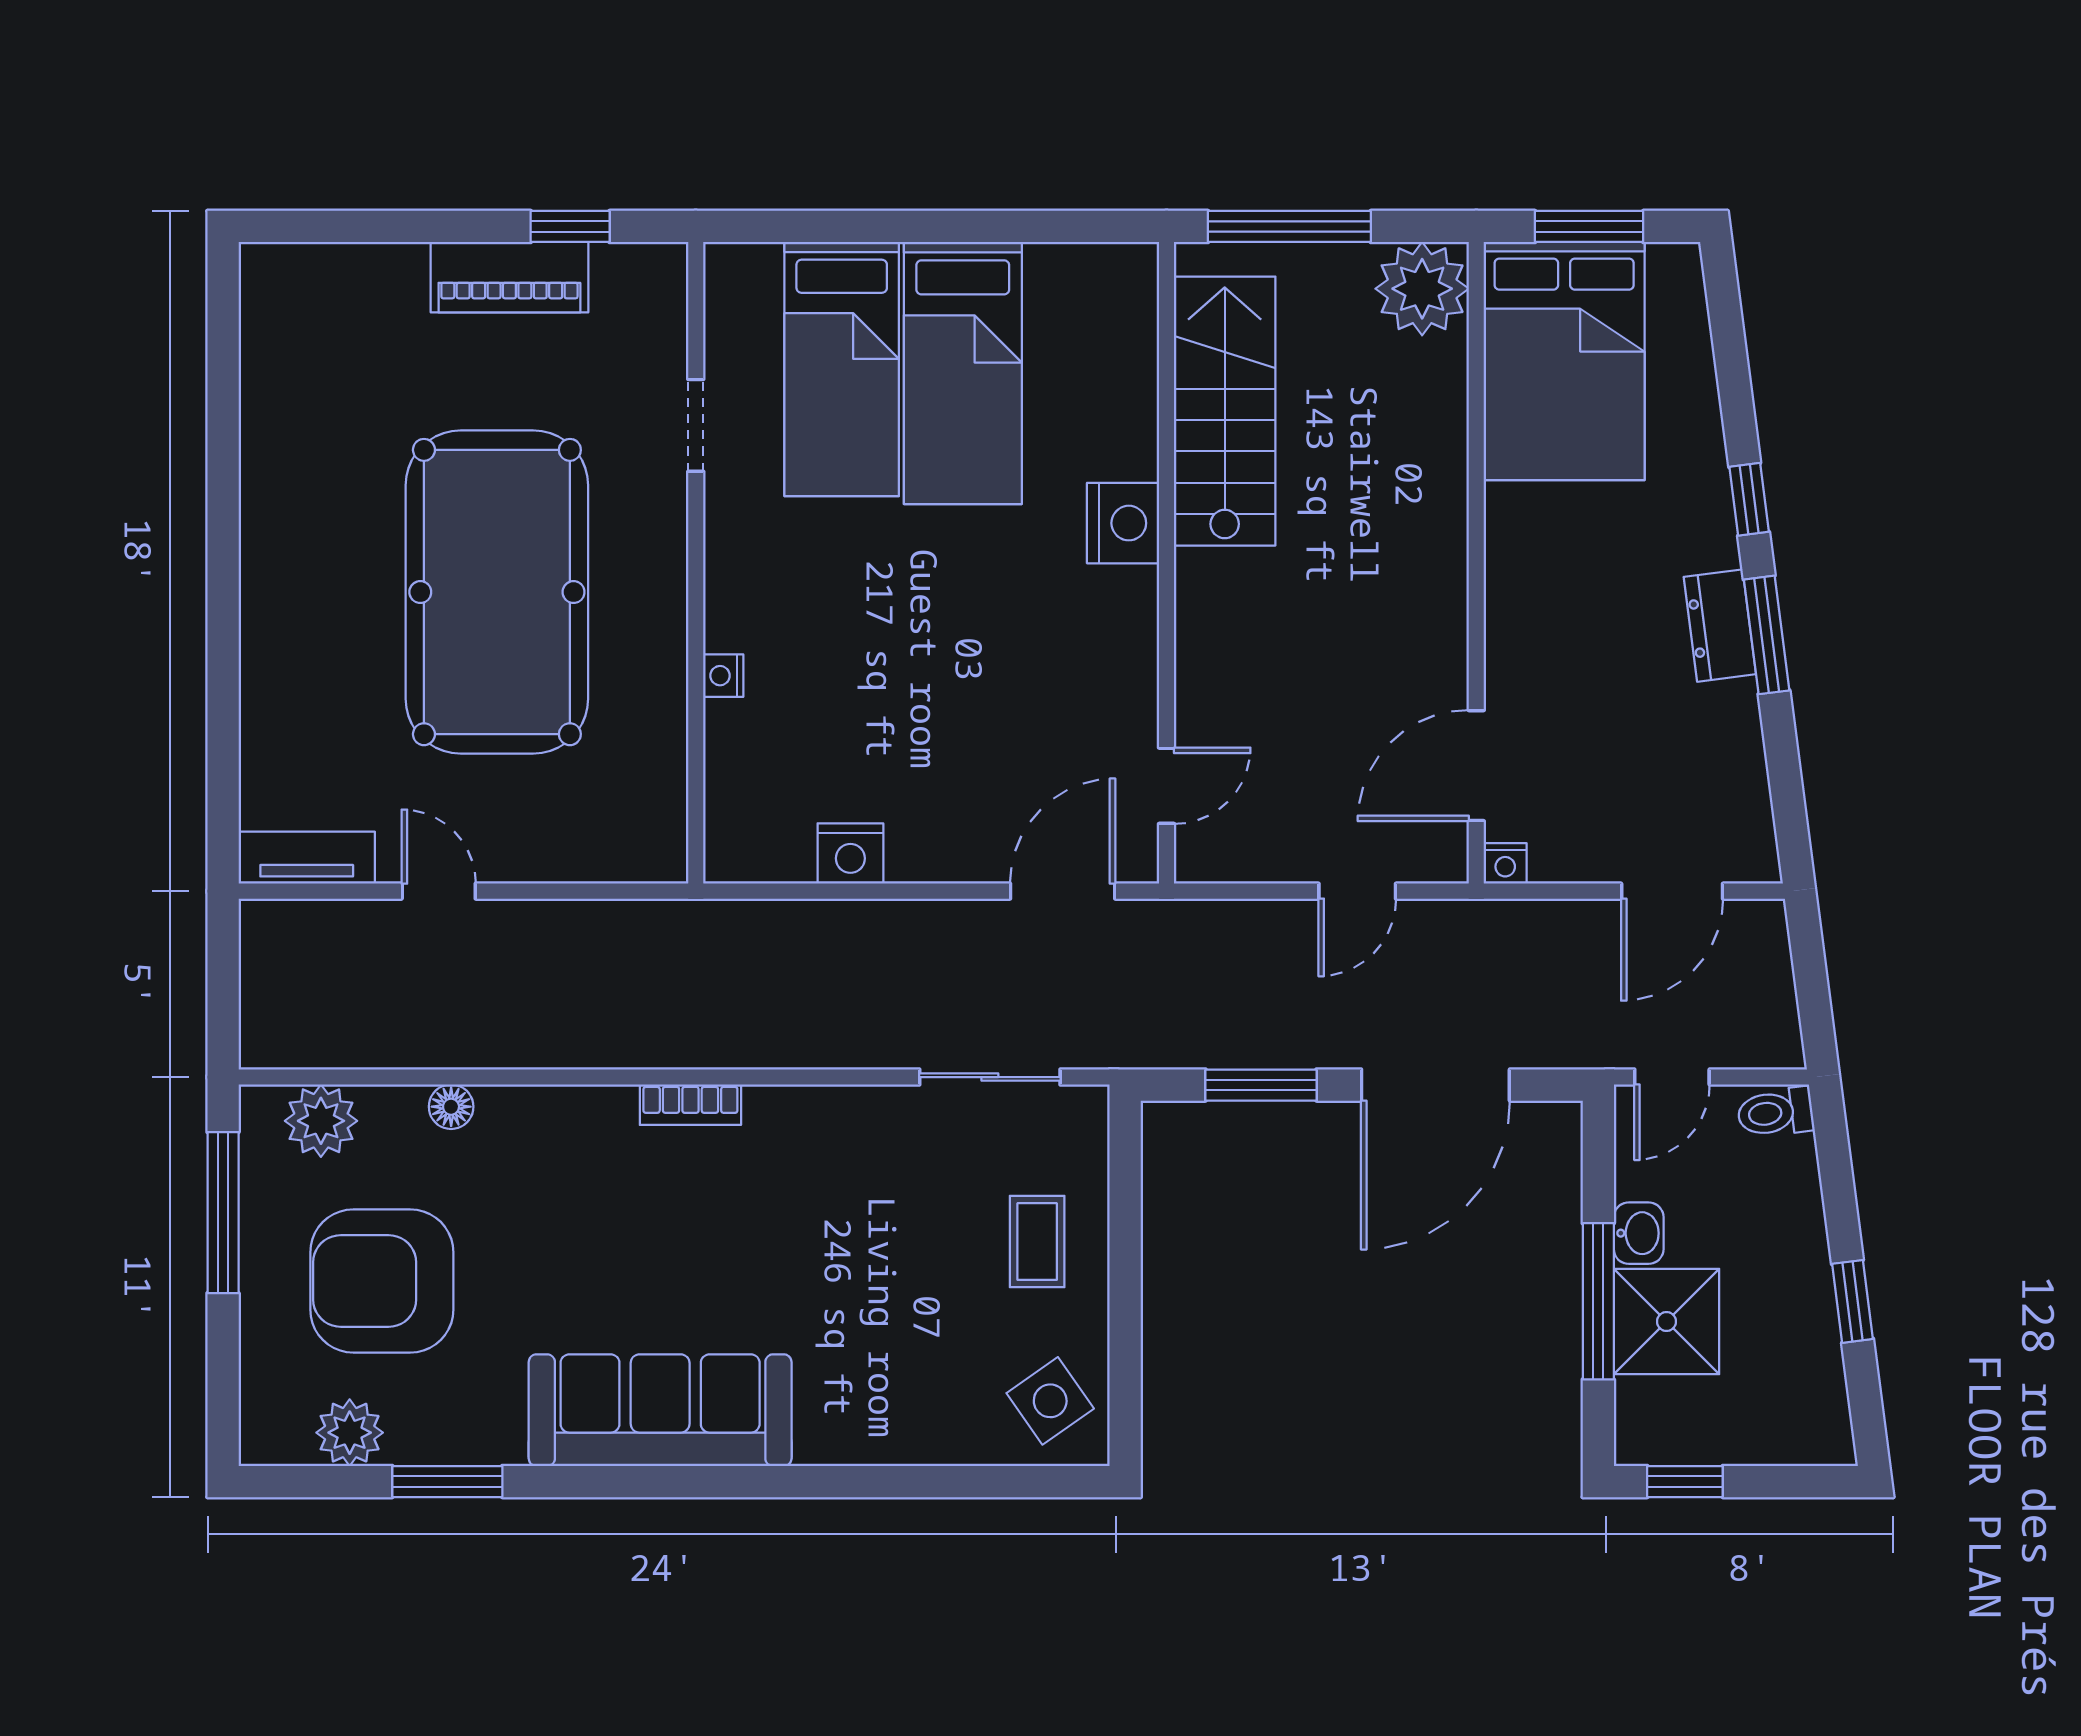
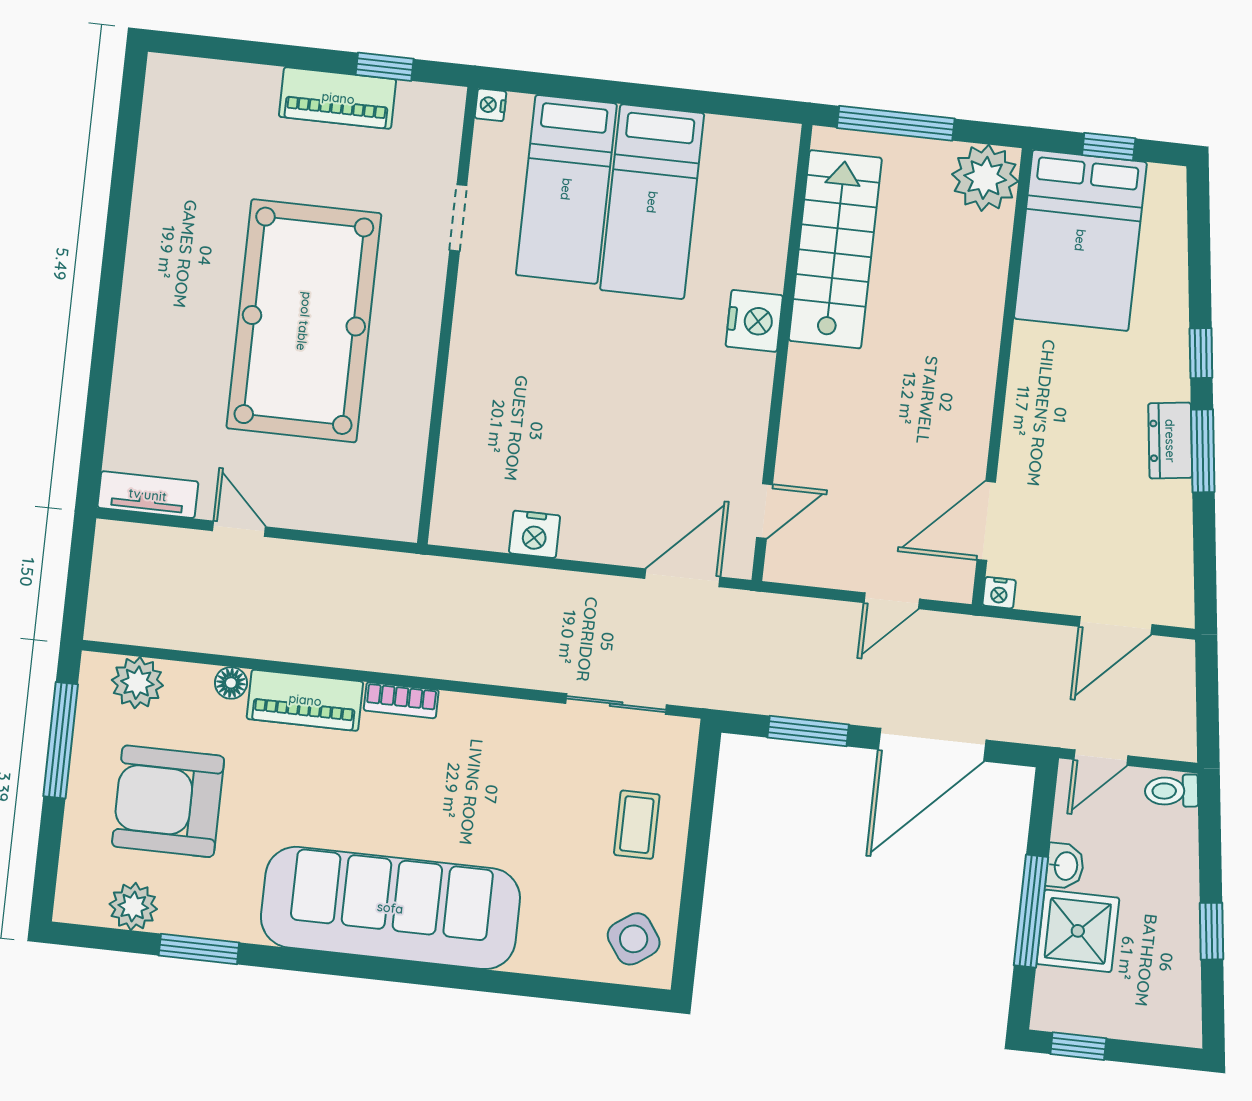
window: (1589, 226) -> (1109, 147), width x0.67
nightstand: (723, 676) -> (491, 105), moved
piano: (557, 1119) -> (305, 700), added
sofa: (660, 1410) -> (390, 908), width x1.36, depth x1.27

